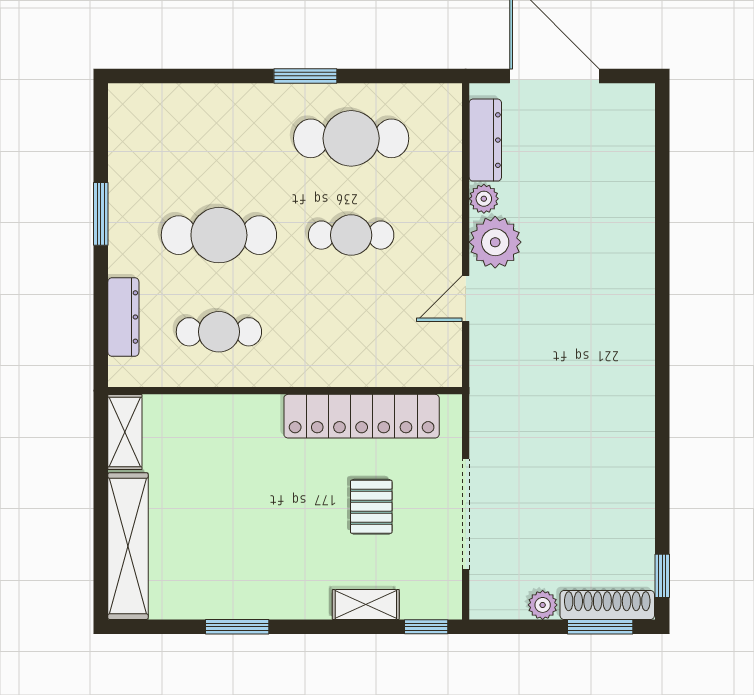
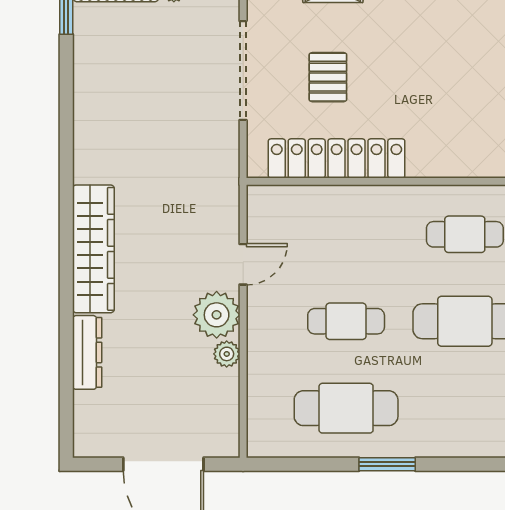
dresser: (485, 140) -> (87, 352), moved, turned 180
wardrobe: (632, 316) -> (93, 249), added

